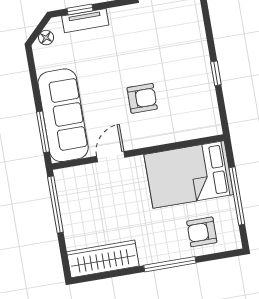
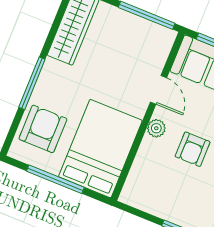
plant: (143, 139) -> (156, 128), added
armchair: (202, 232) -> (43, 129), width x1.38, depth x1.38

